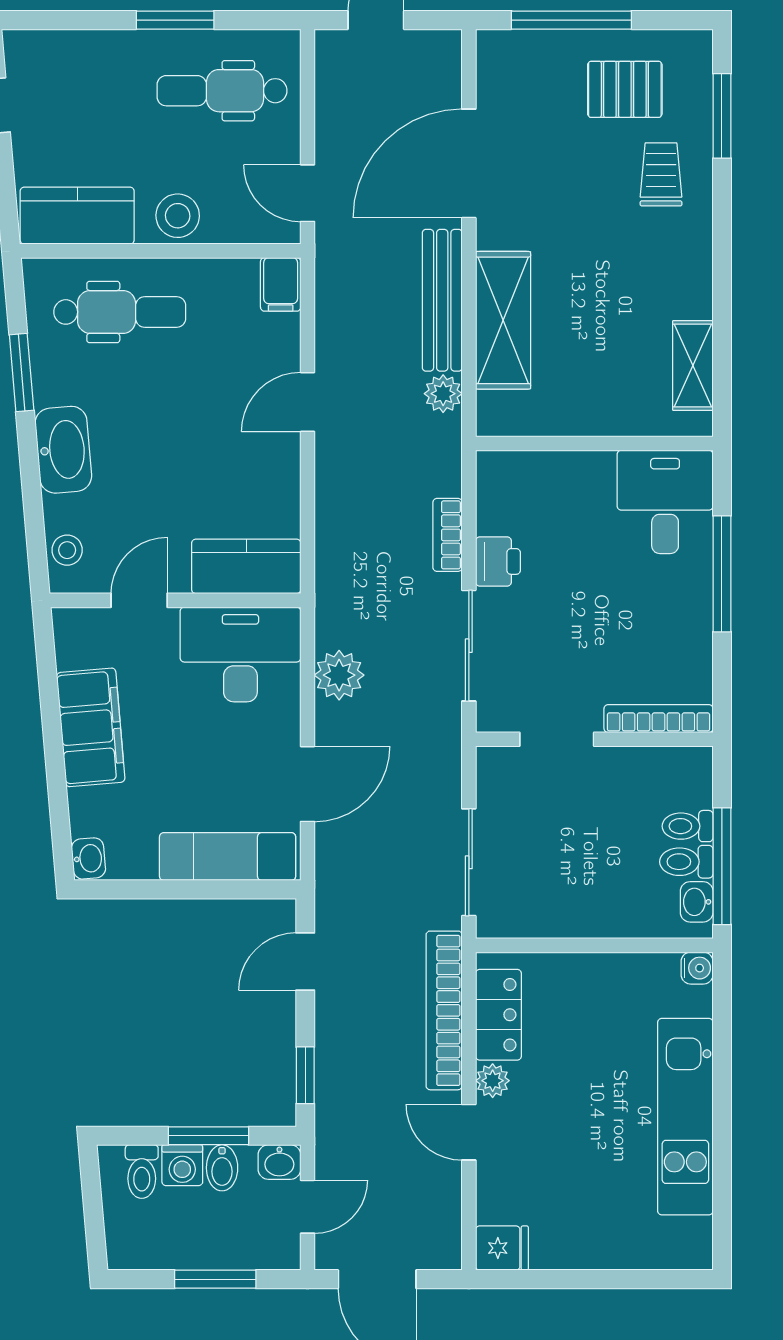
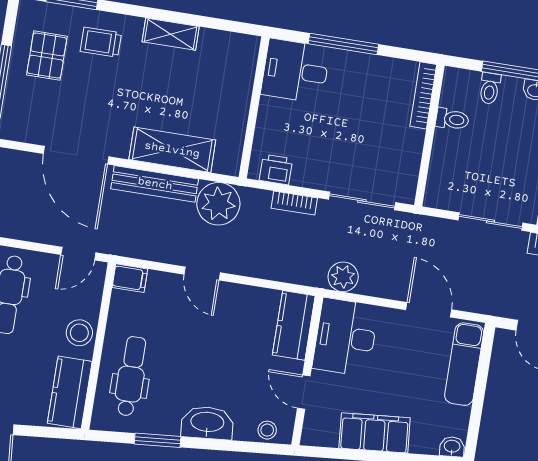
shelving: (693, 365) -> (171, 34), moved
plant: (443, 394) -> (218, 204), width x1.88, depth x1.88
printer: (498, 561) -> (276, 169), moved
plant: (339, 675) -> (343, 277), moved
doorway: (557, 739) -> (426, 158), removed
toilet: (686, 862) -> (452, 119), moved, turned -90

